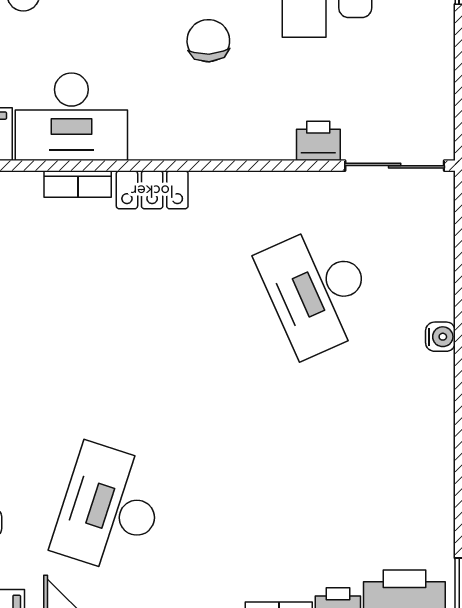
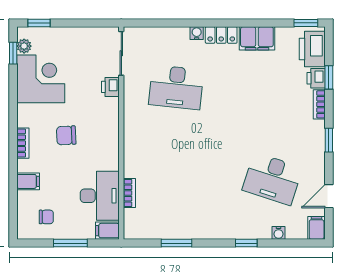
locker: (152, 190) -> (221, 35), moved, turned 90
desk: (318, 290) -> (176, 87), turned 30
filing cabinet: (428, 474) -> (257, 38), added

